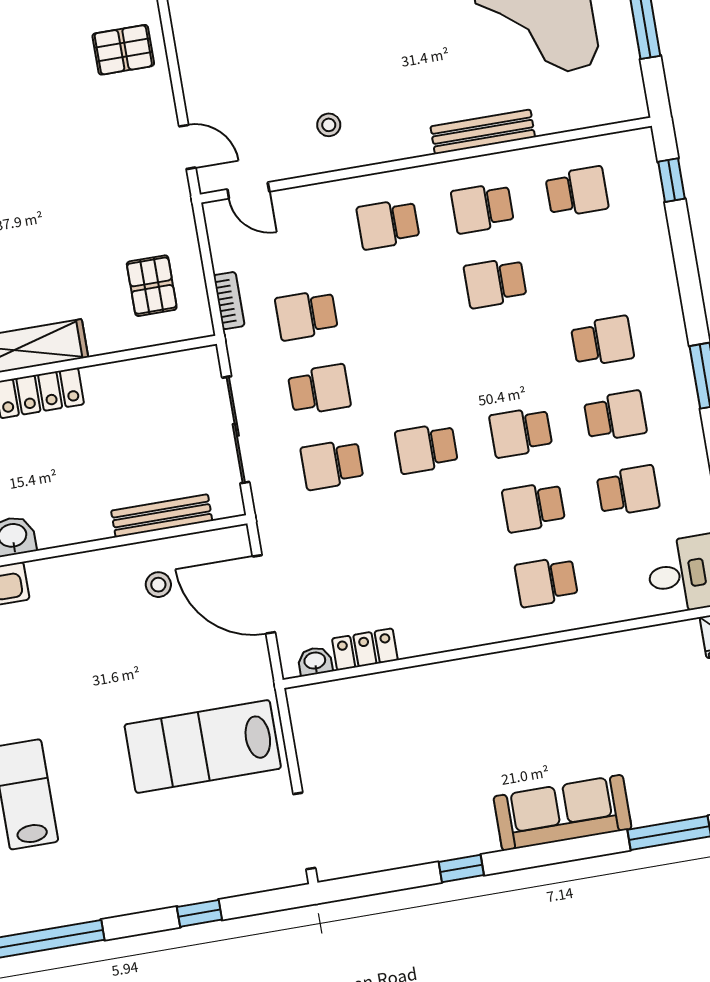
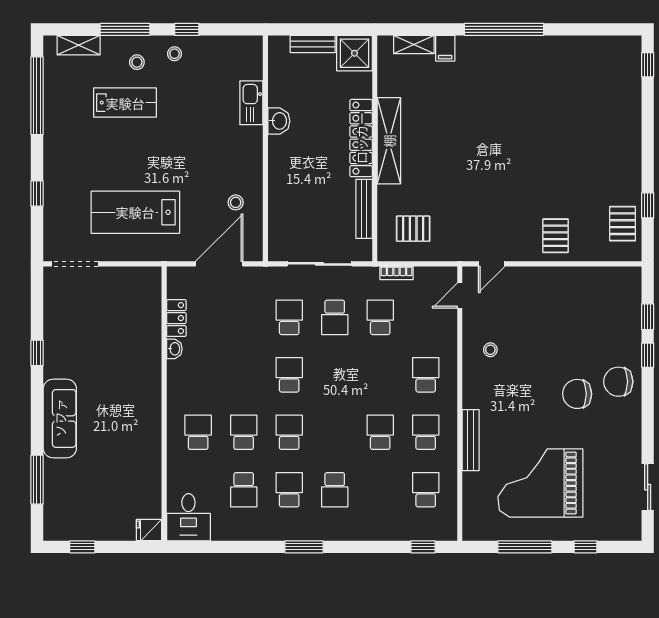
school desk: (577, 192) -> (426, 490), turned 180
school desk: (615, 416) -> (289, 490), turned 180
bench: (162, 516) -> (364, 209), moved
washbasin: (315, 661) -> (174, 349), moved
lab bench: (203, 746) -> (135, 212), turned -90

